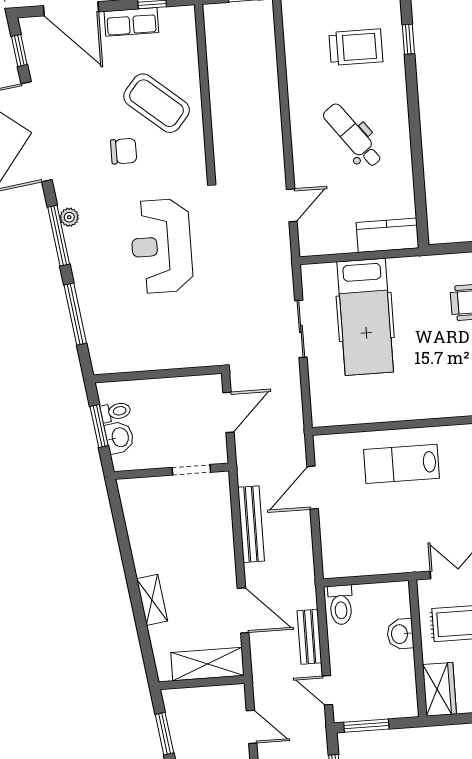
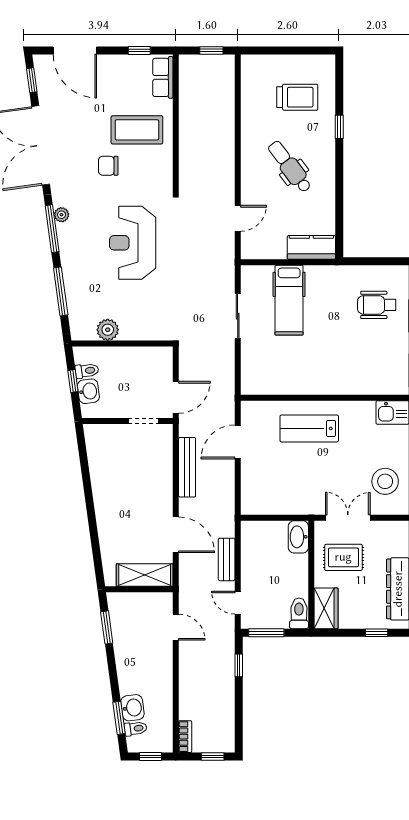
row of seats: (131, 22) -> (163, 77), moved, turned 90
window: (408, 39) -> (339, 127), moved
coffee table: (157, 103) -> (137, 130), turned -40
chair: (124, 151) -> (108, 166), turned 180
hospital bed: (365, 317) -> (289, 300), width x0.73, depth x0.78
plant: (138, 358) -> (108, 330), added
door: (228, 412) -> (176, 397), moved
window: (99, 426) -> (73, 381), width x0.67
shelving: (152, 600) -> (105, 521), removed
toilet: (341, 605) -> (299, 613), moved, turned 180
washbasin: (400, 634) -> (298, 537), moved, width x1.38

